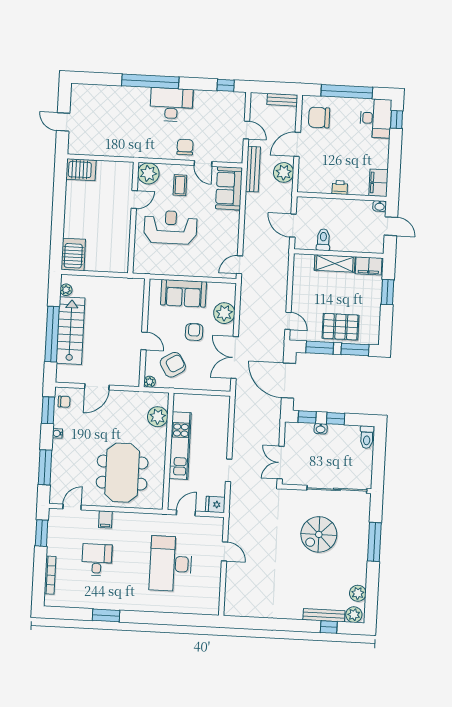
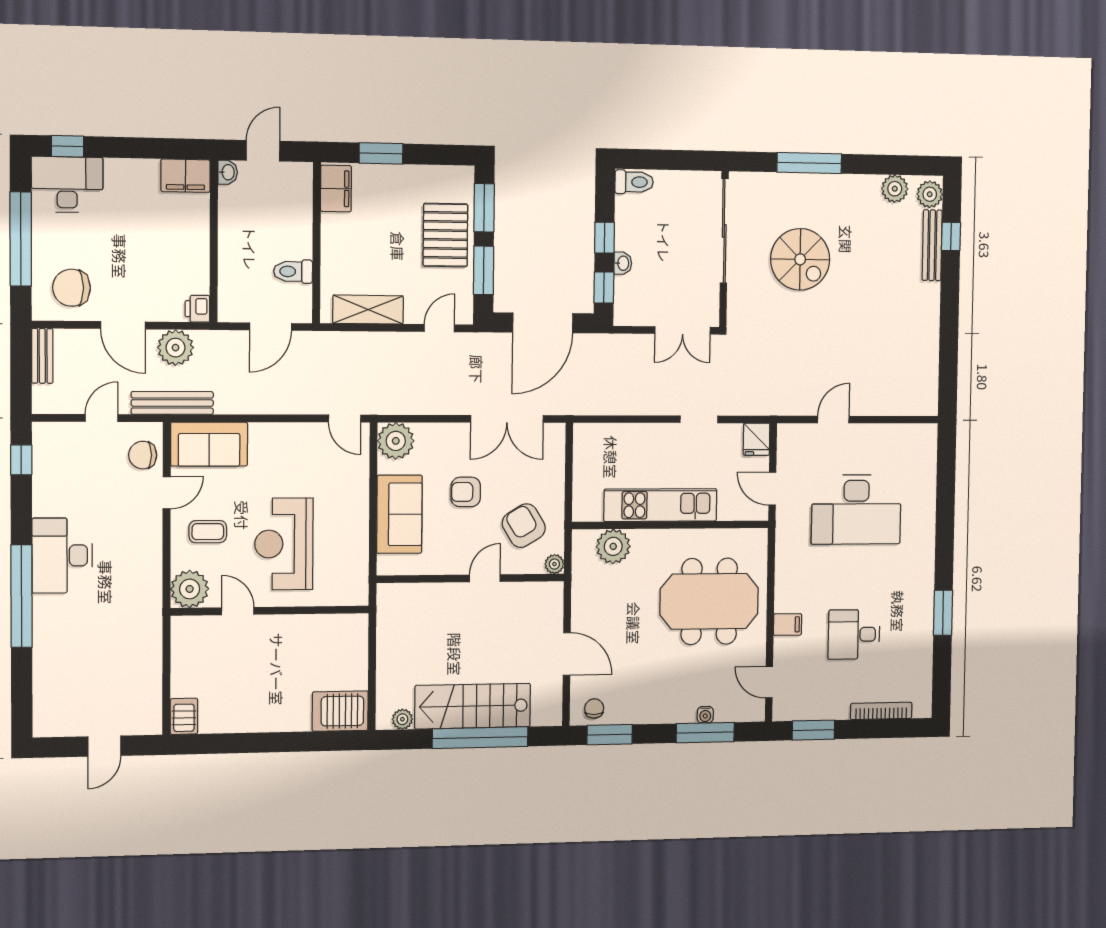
chair: (319, 117) -> (71, 288), turned 90
chair: (185, 147) -> (143, 455), moved
server rack: (81, 170) -> (184, 716), width x0.73, depth x0.70
printer: (340, 187) -> (197, 309), moved
shelving: (335, 263) -> (368, 310), moved, turned 90
plant: (224, 313) -> (396, 441), moved
water cooler: (57, 433) -> (705, 715), moved

